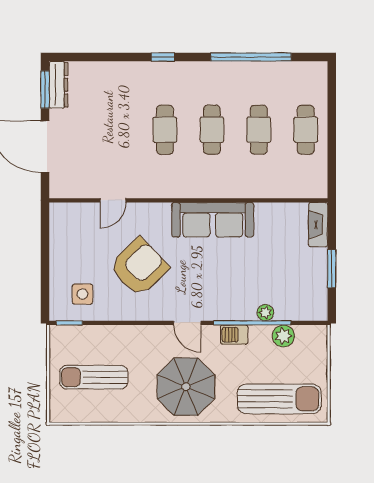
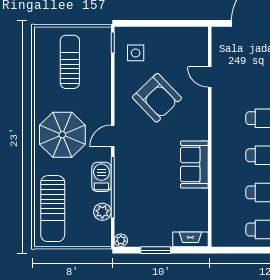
sofa: (213, 220) -> (194, 164), width x0.73
plant: (265, 313) -> (121, 240), moved
barbecue: (234, 335) -> (101, 177), width x1.38, depth x1.27

